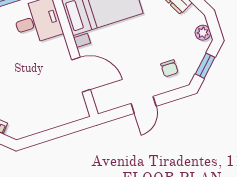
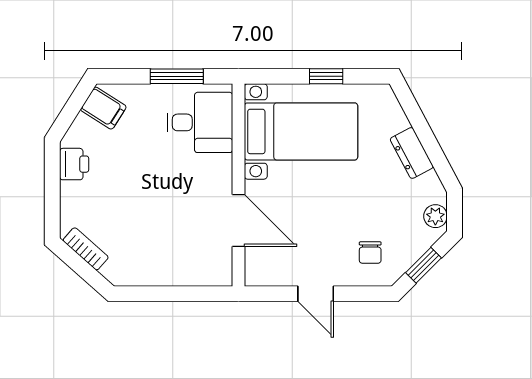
door: (144, 105) -> (316, 294), hinge flipped

